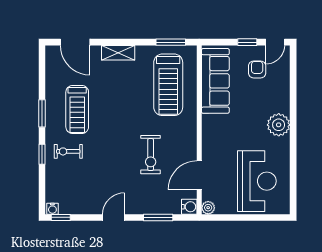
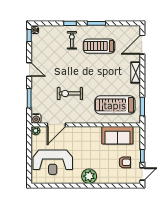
door: (275, 42) -> (142, 174), swing flipped
sofa: (215, 81) -> (117, 135), width x0.73
door: (199, 175) -> (56, 125), swing flipped

